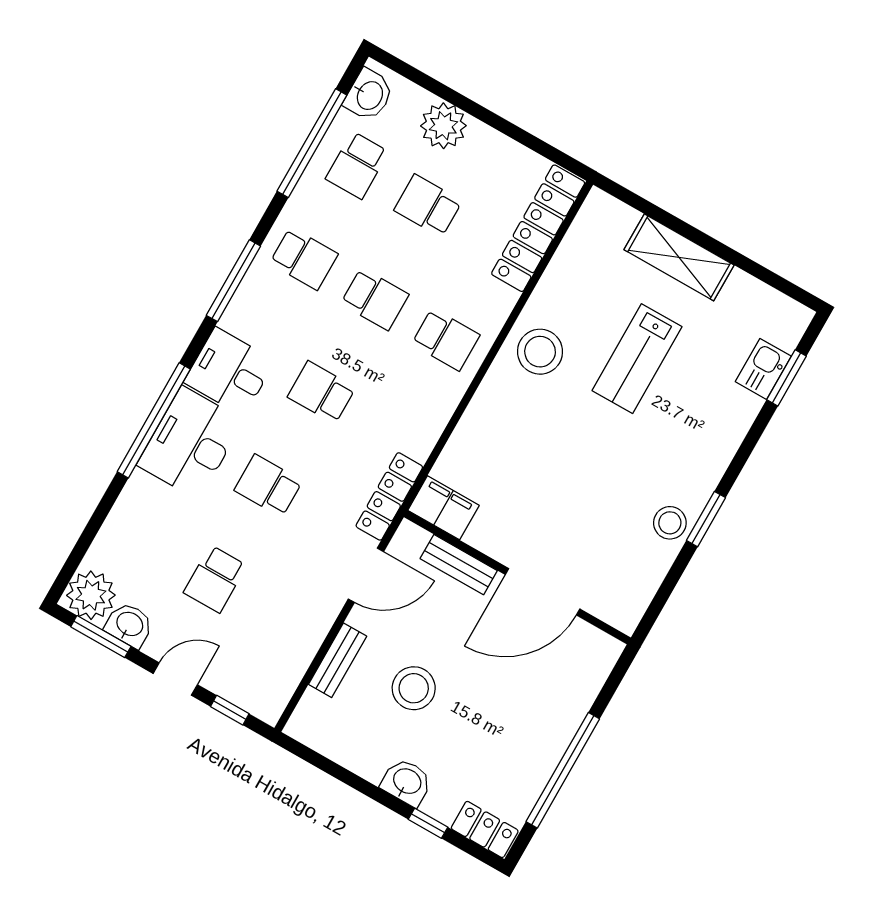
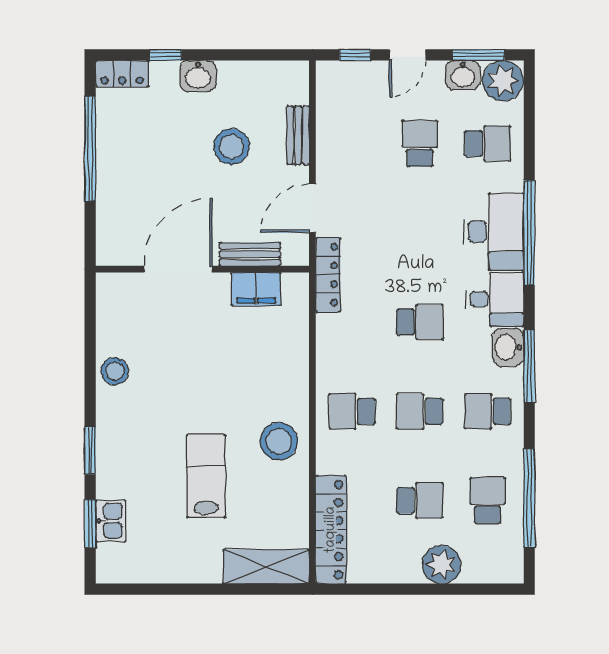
washbasin: (369, 95) -> (508, 347), moved
shelving: (679, 257) -> (266, 567), moved
school desk: (268, 486) -> (488, 144), moved
filing cabinet: (443, 508) -> (256, 289), moved
window: (706, 519) -> (90, 451), moved

